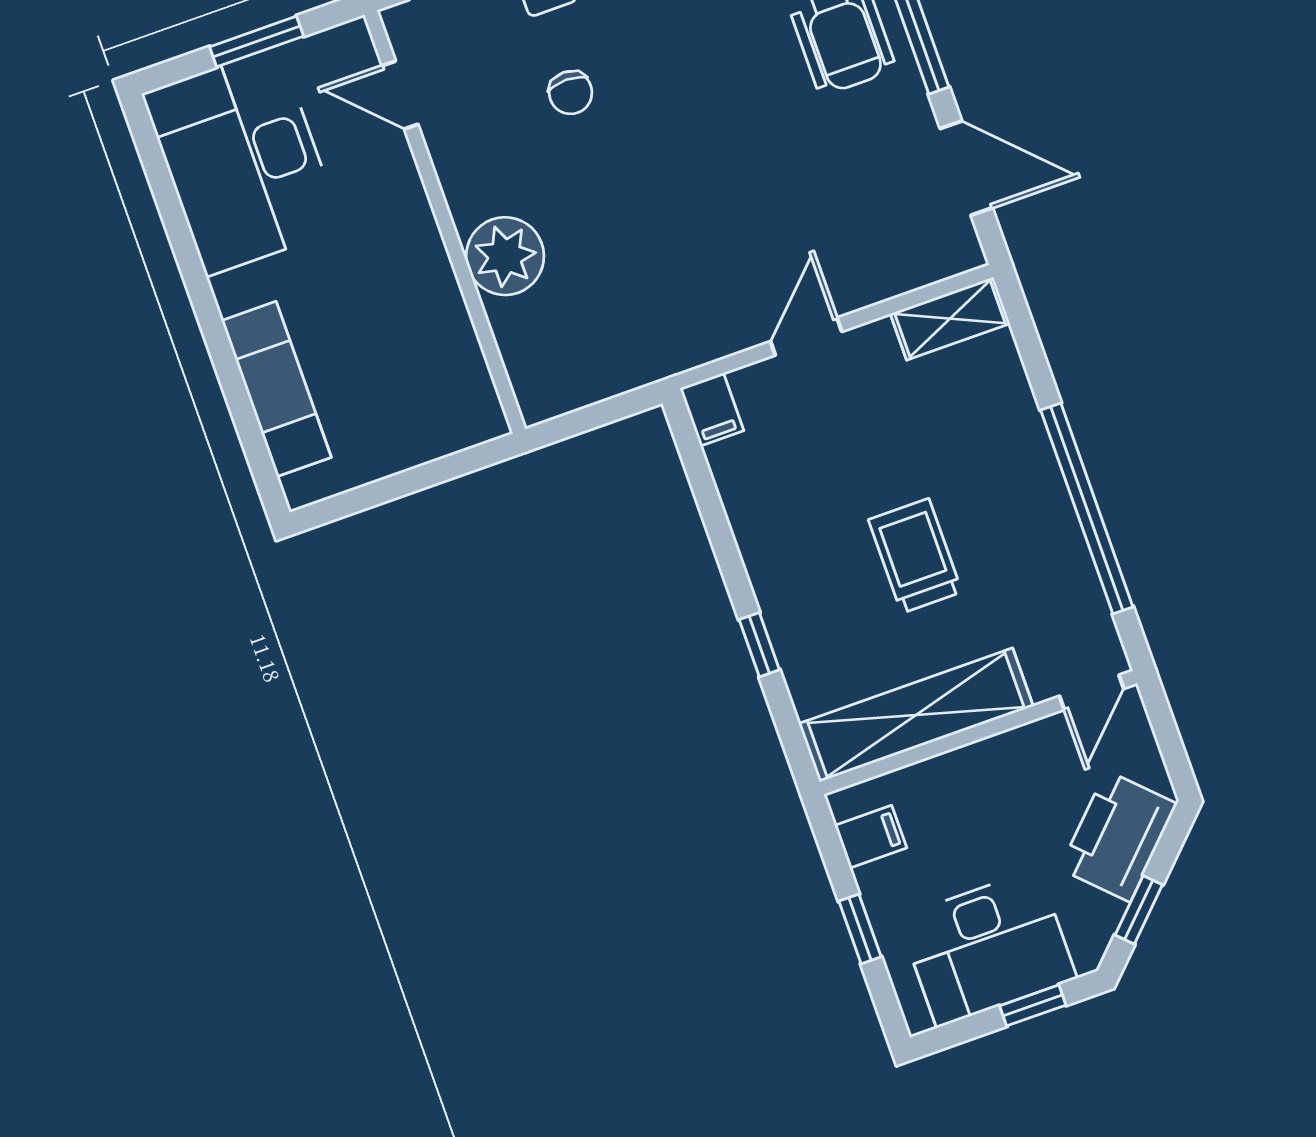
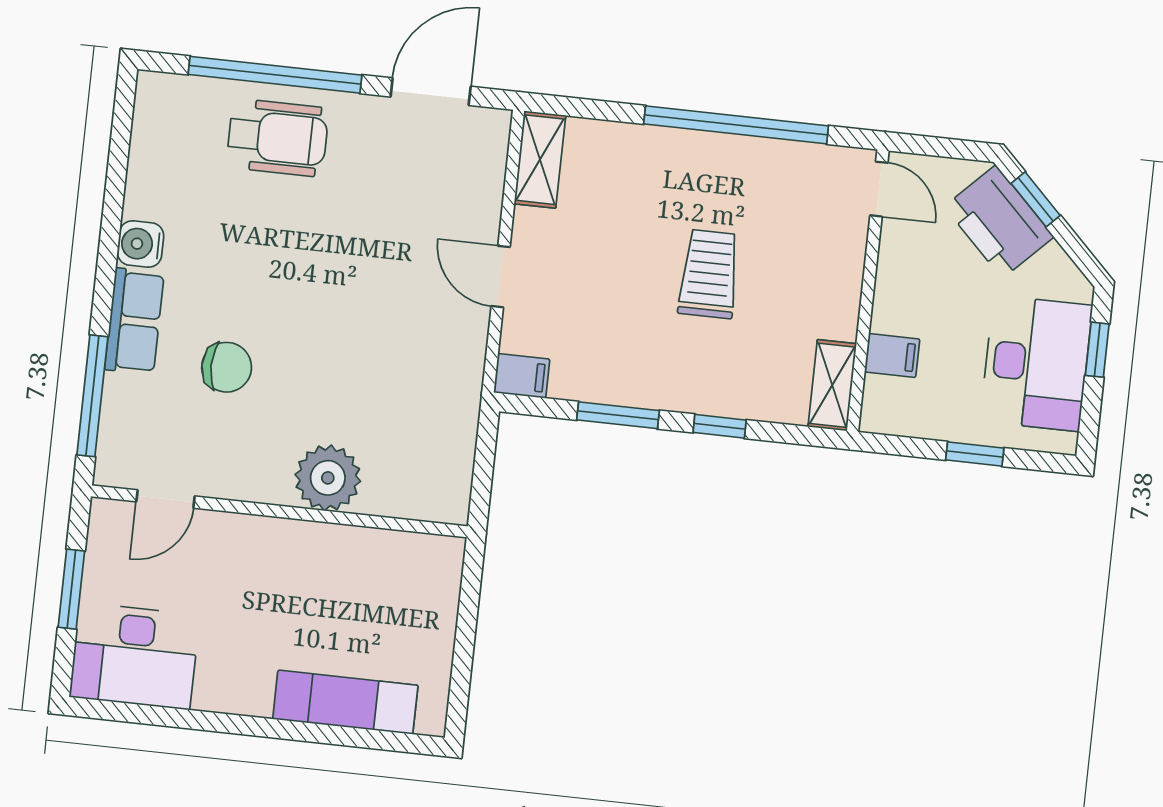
chair: (571, 93) -> (227, 367), width x1.37, depth x1.37
desk: (242, 161) -> (134, 656), width x0.73, depth x0.77
window: (719, 531) -> (618, 415), added
trolley: (915, 556) -> (709, 274), turned 90
shelving: (916, 715) -> (832, 385), width x0.45, depth x0.75
filing cabinet: (871, 837) -> (892, 356), moved, turned 90
window: (1139, 910) -> (1036, 199), moved

